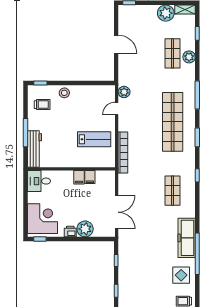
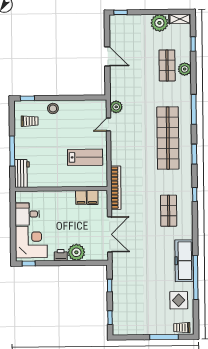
workbench: (34, 149) -> (22, 174), width x0.73
bookcase: (123, 153) -> (116, 188), moved
filing cabinet: (79, 177) -> (92, 197), moved
desk: (39, 181) -> (27, 214), moved

